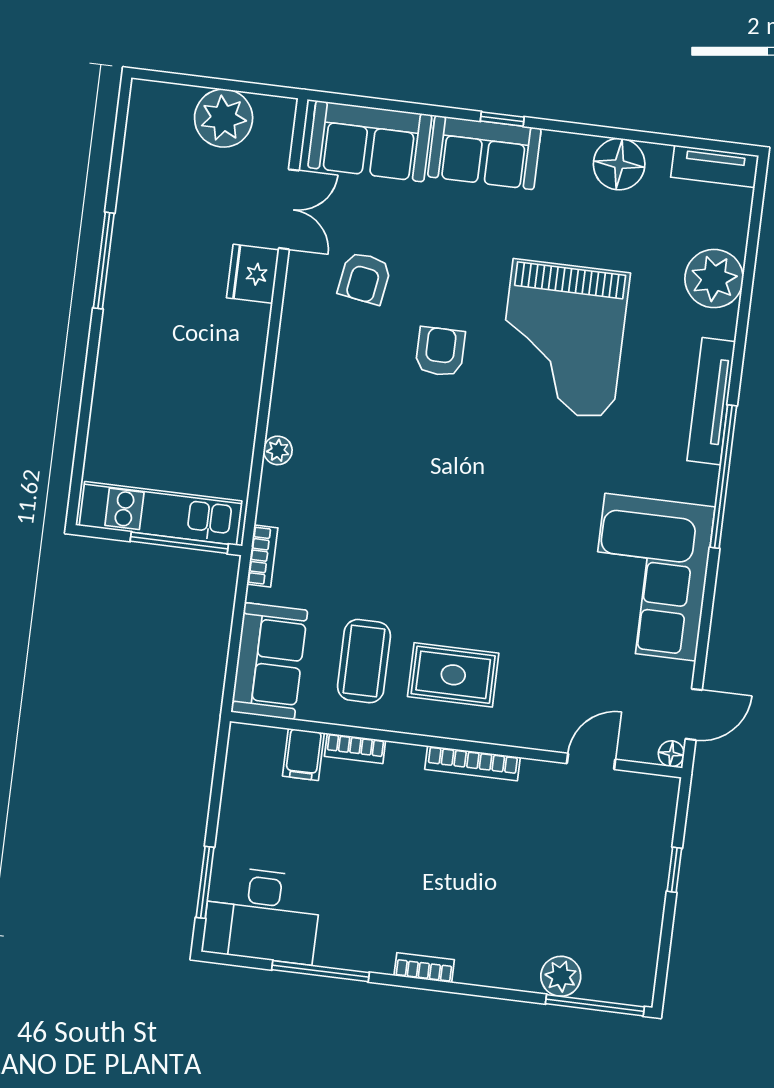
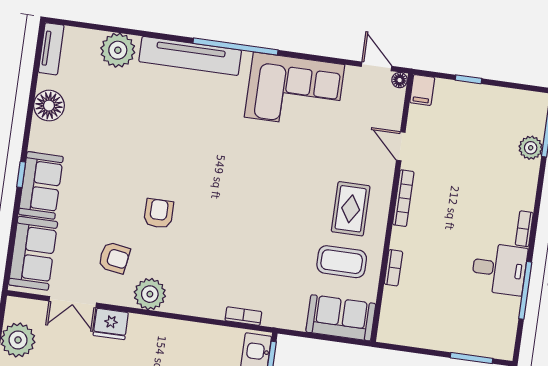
double door: (289, 209) -> (73, 302), swing flipped
grand piano: (563, 339) -> (152, 141), removed
armchair: (440, 352) -> (159, 214), turned 90
tv unit: (711, 401) -> (190, 56), width x1.36, depth x1.29
plant: (278, 450) -> (150, 294), moved, width x1.87, depth x1.87
bookcase: (262, 556) -> (243, 316), moved
filing cabinet: (303, 754) -> (422, 90), moved, turned 90
door: (591, 761) -> (401, 146), moved
desk: (262, 915) -> (499, 269), moved, width x0.73

